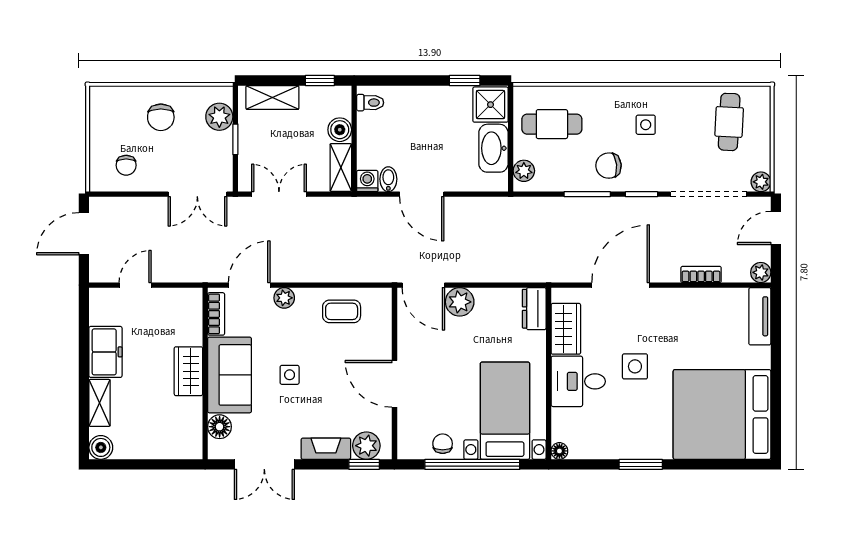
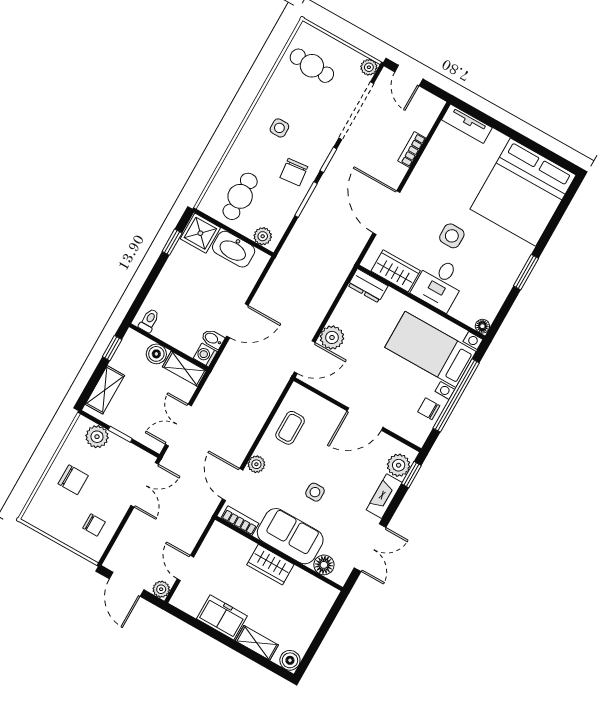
plant: (761, 272) -> (161, 589), moved

